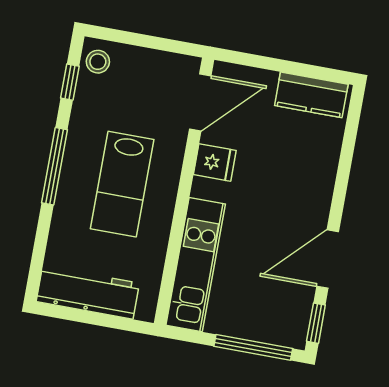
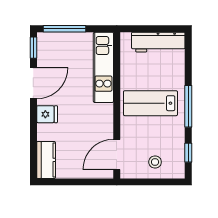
stool: (98, 62) -> (155, 162), moved
kitchen counter: (311, 95) -> (46, 160), moved, turned 90
fridge: (215, 163) -> (47, 114), moved, turned 180
lab bench: (122, 184) -> (150, 103), turned -90

